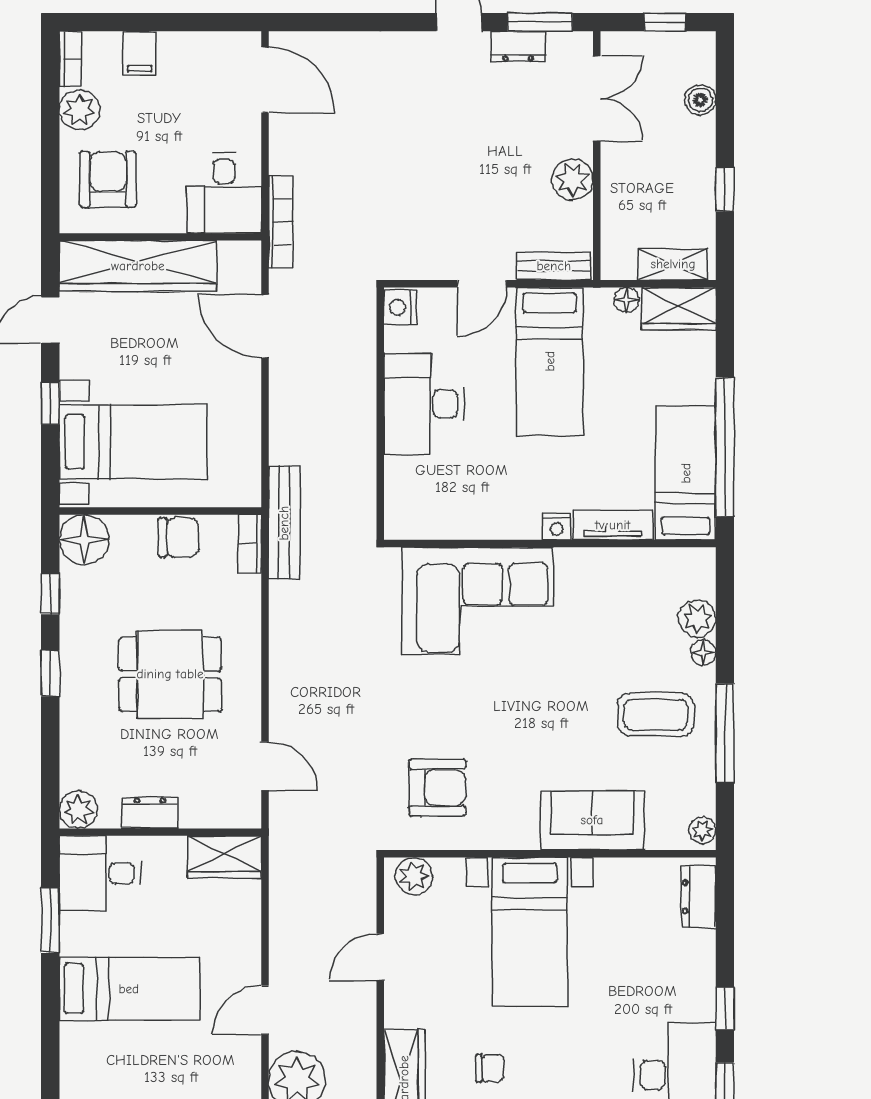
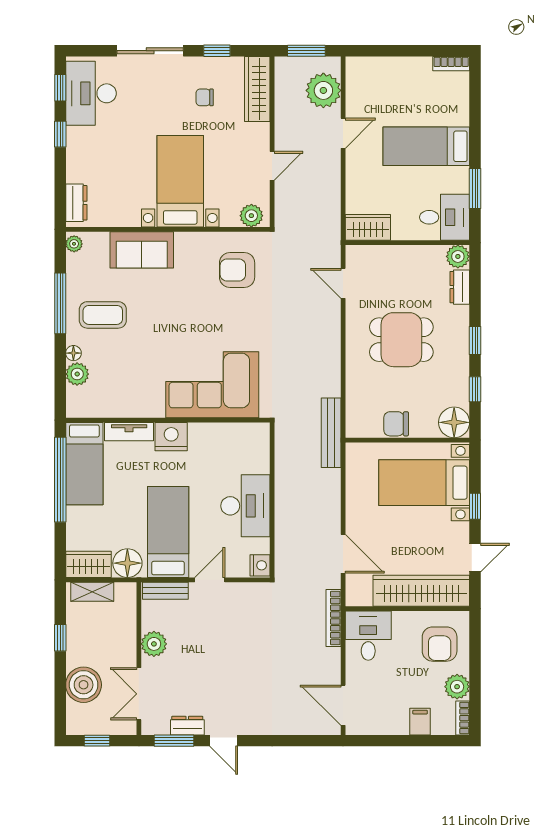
boiler: (700, 100) -> (84, 685), width x1.86, depth x1.86
floor lamp: (627, 300) -> (127, 563), width x1.89, depth x1.89
nightstand: (557, 527) -> (171, 437), width x1.89, depth x1.79
bookcase: (250, 544) -> (352, 420), removed
dresser: (150, 813) -> (460, 287), moved, turned 90

